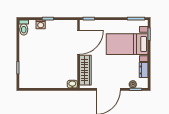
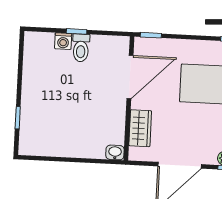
toilet: (24, 28) -> (81, 48), moved
wardrobe: (85, 70) -> (140, 128), width x0.67

